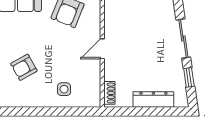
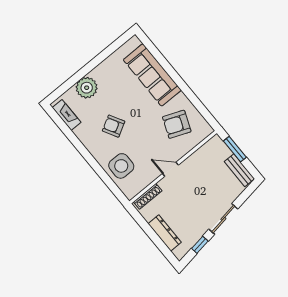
side table: (64, 89) -> (121, 166), width x1.87, depth x1.87
shoe rack: (109, 93) -> (148, 196), width x1.43

